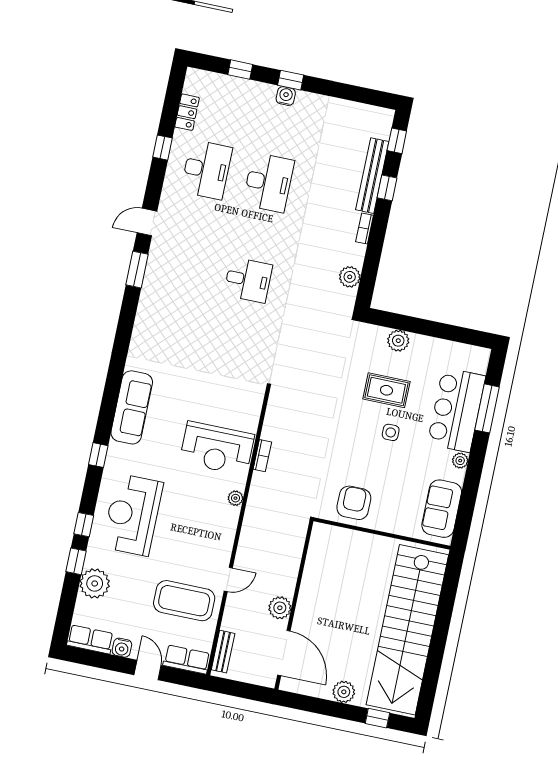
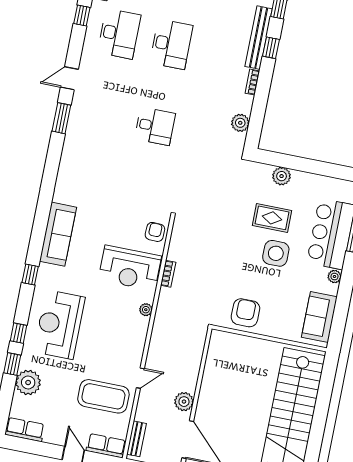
armchair: (247, 406) -> (155, 232), added
side table: (391, 432) -> (276, 253), width x1.87, depth x1.87
water cooler: (122, 648) -> (51, 436), removed

